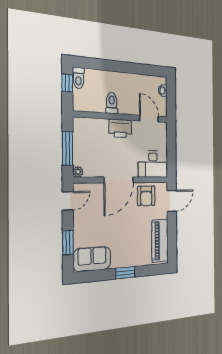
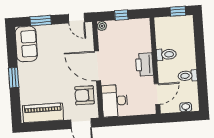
toilet: (78, 78) -> (188, 76), moved
window: (68, 148) -> (121, 15), width x0.46

